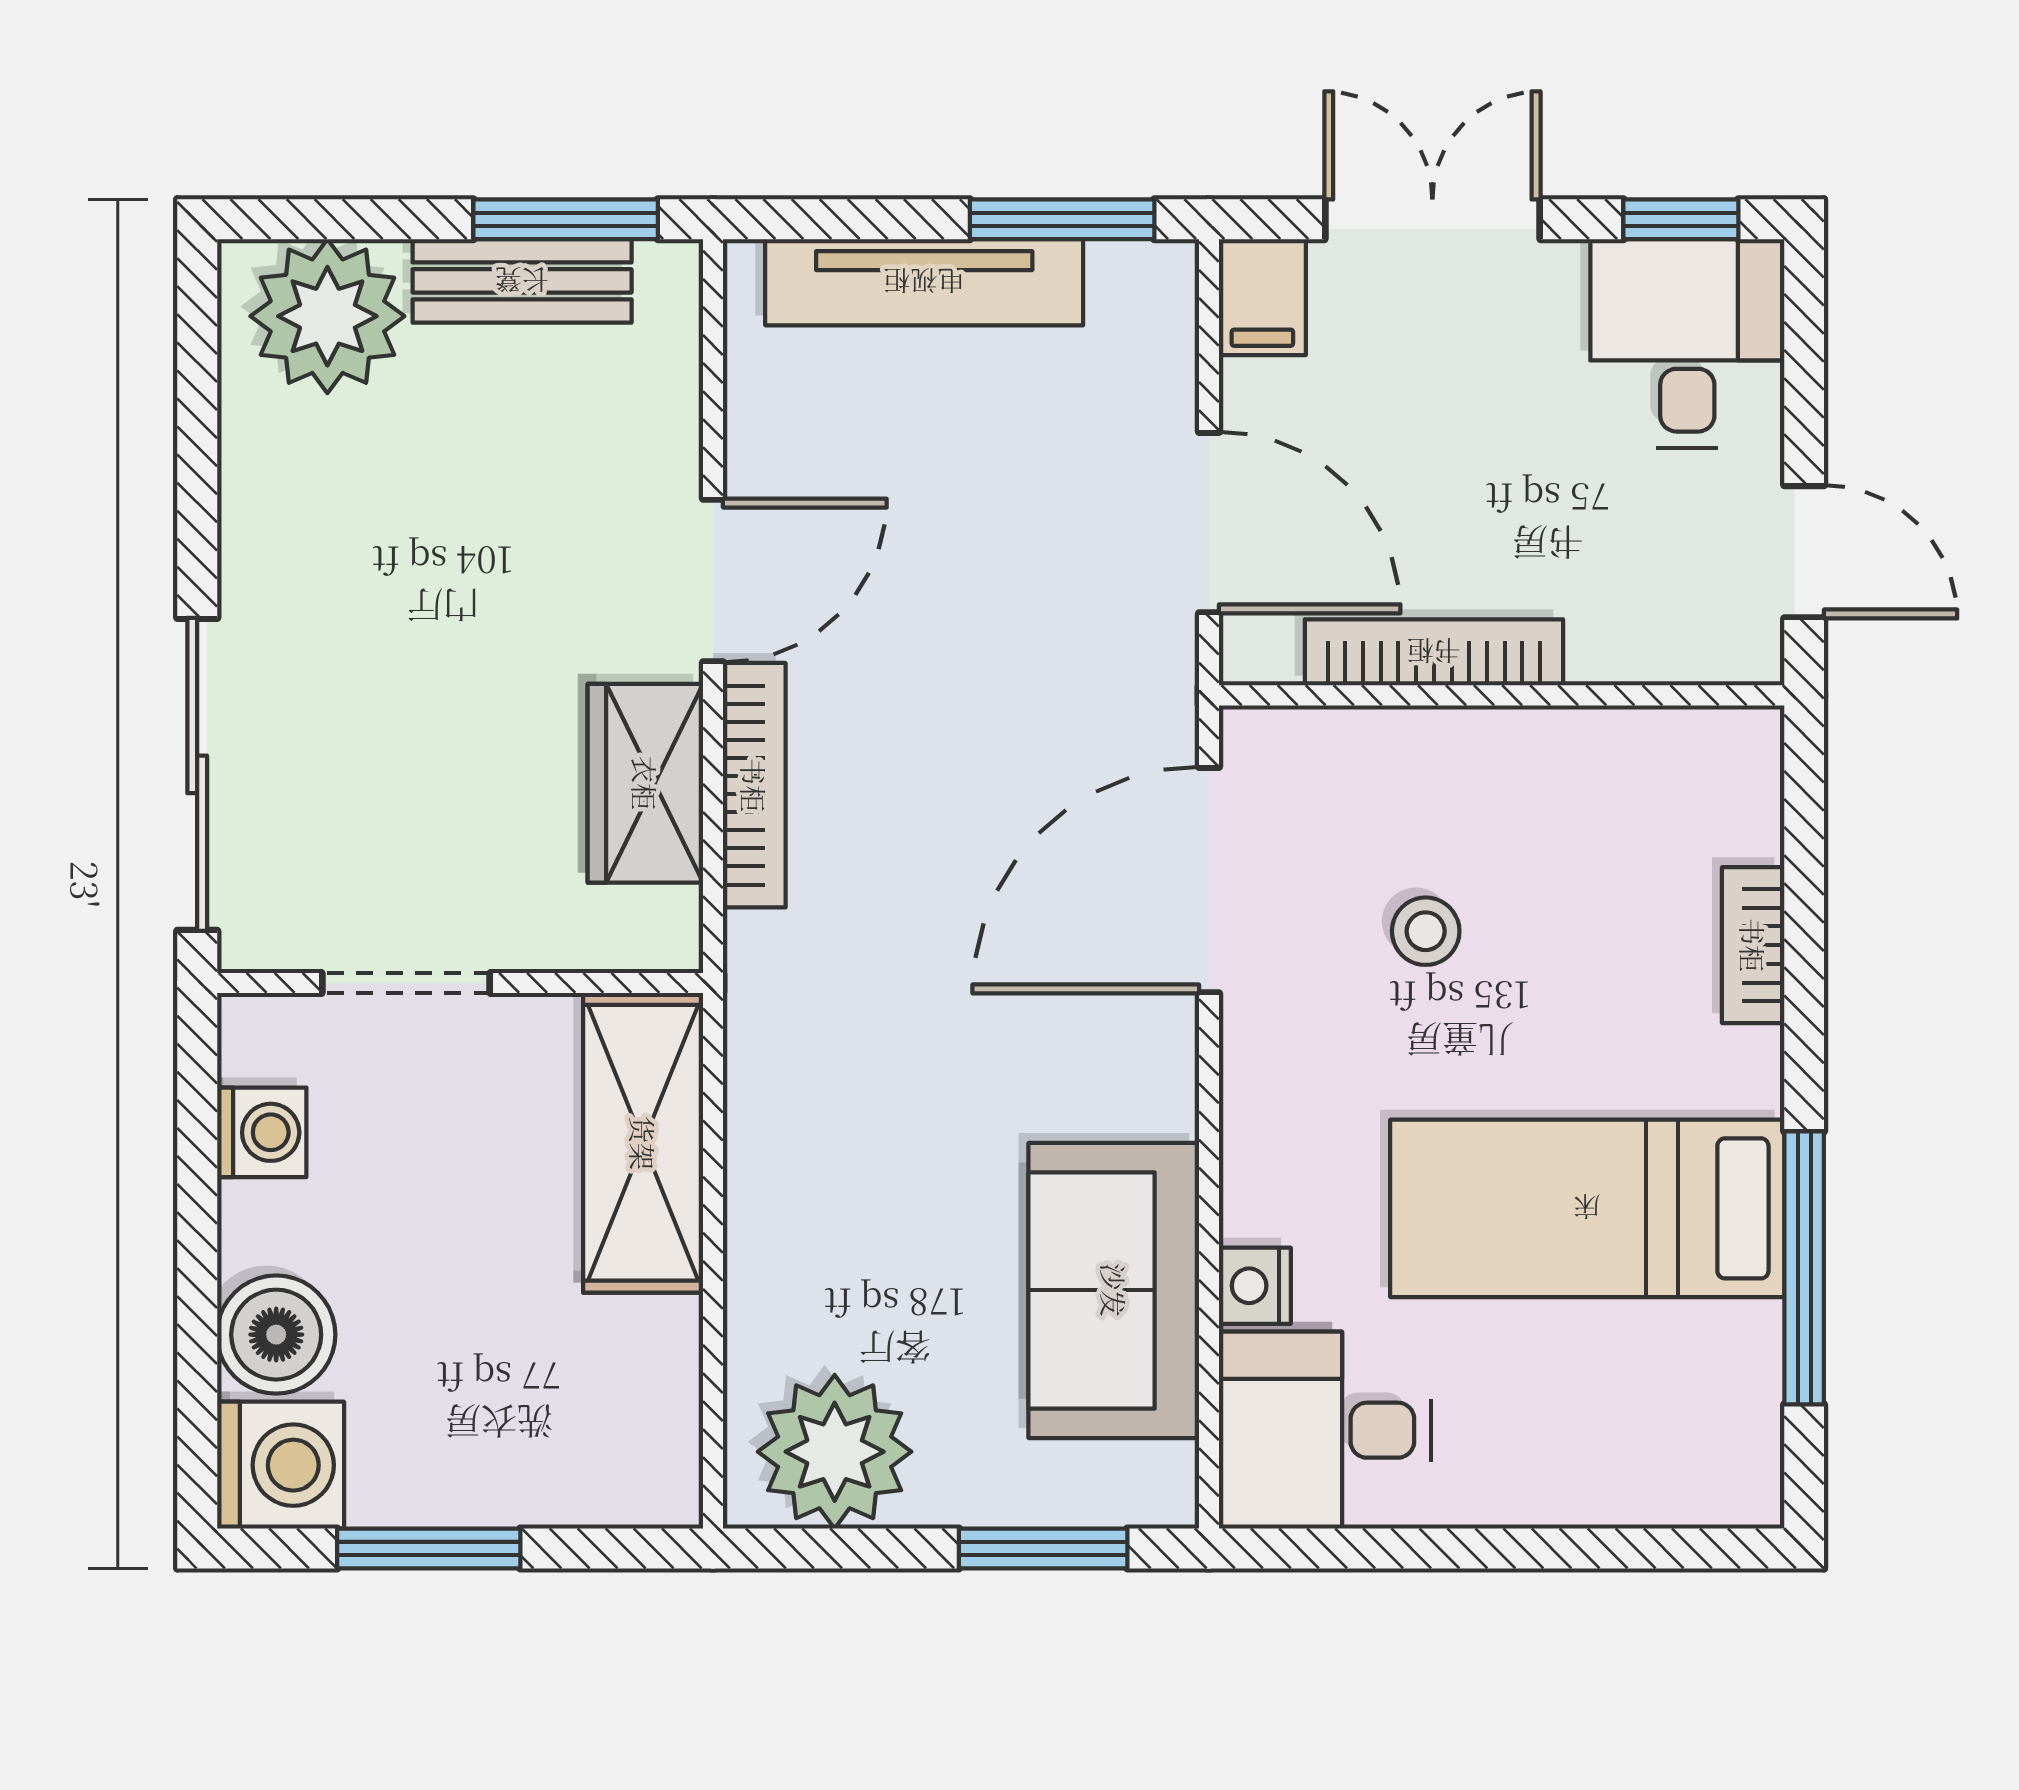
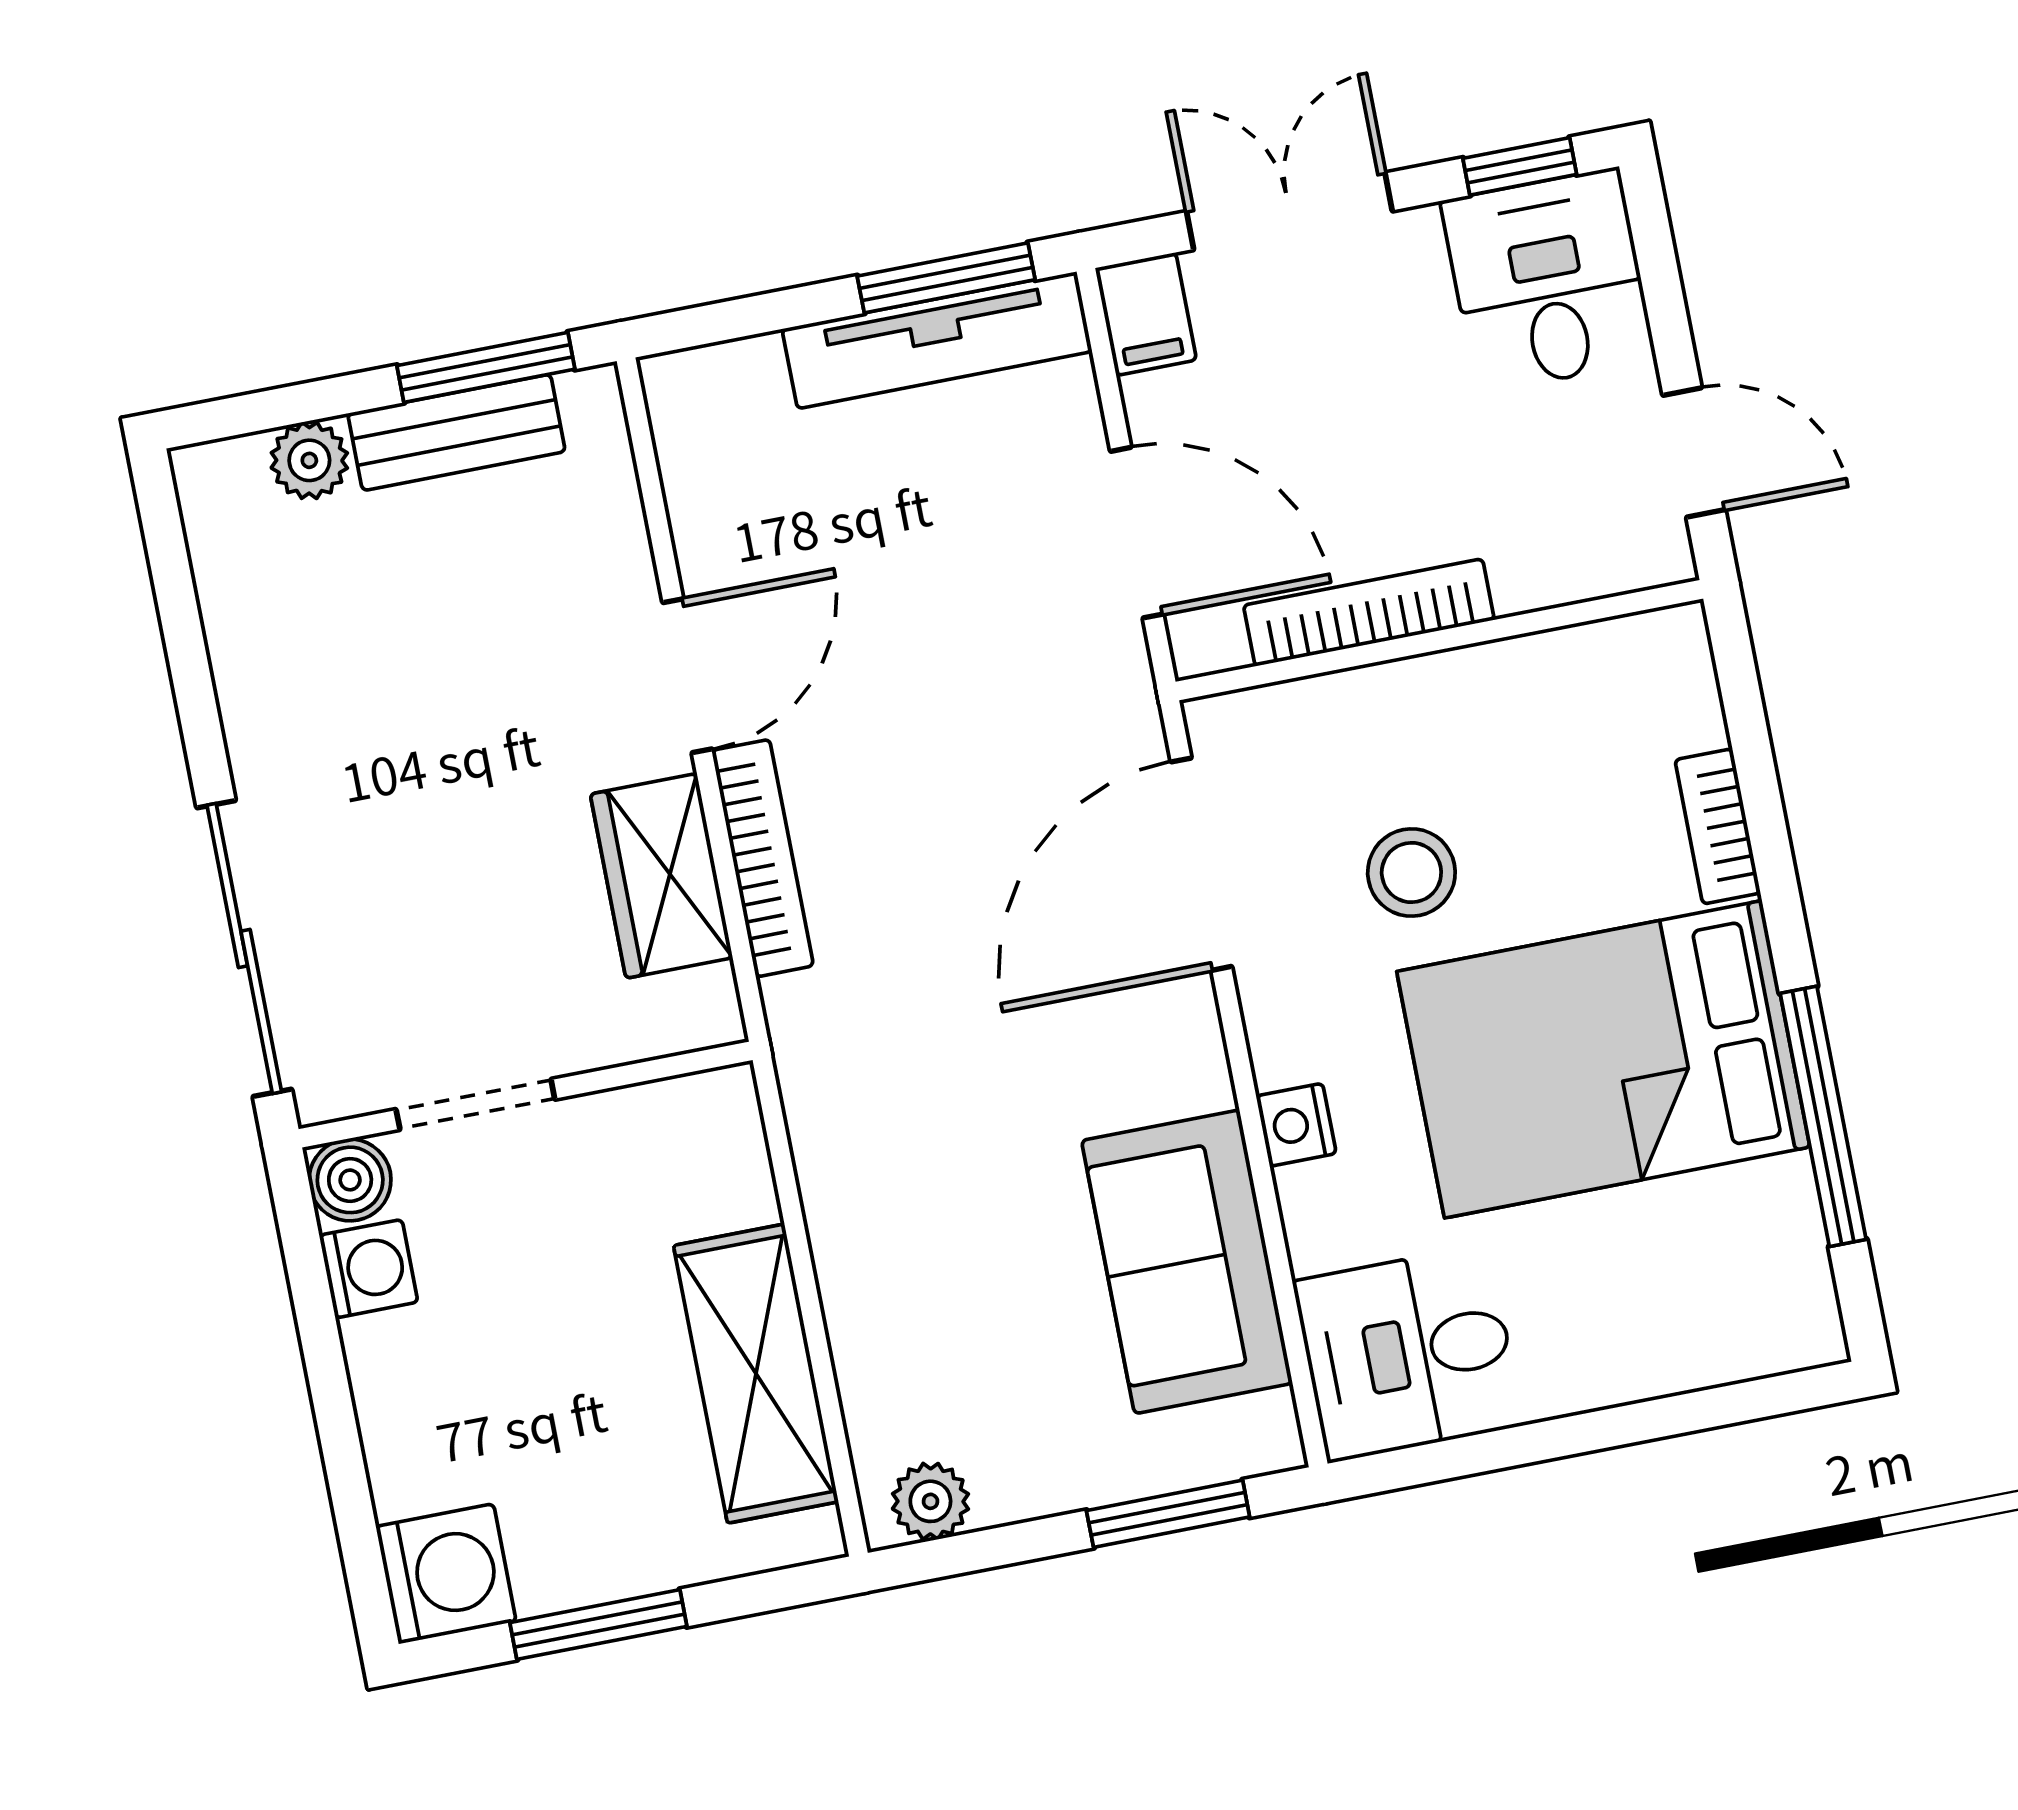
tv unit: (924, 282) -> (937, 340), moved
plant: (327, 316) -> (309, 460), width x0.53, depth x0.53
stool: (1426, 931) -> (1411, 872), width x1.37, depth x1.37
shelving: (643, 1143) -> (756, 1374), moved
bed: (1587, 1208) -> (1603, 1059), width x1.50
nightstand: (1255, 1286) -> (1296, 1125), moved
boiler: (276, 1335) -> (350, 1180), moved, width x0.73, depth x0.73
plant: (835, 1452) -> (930, 1501), width x0.53, depth x0.53

